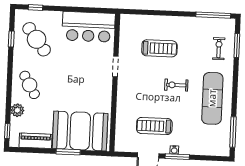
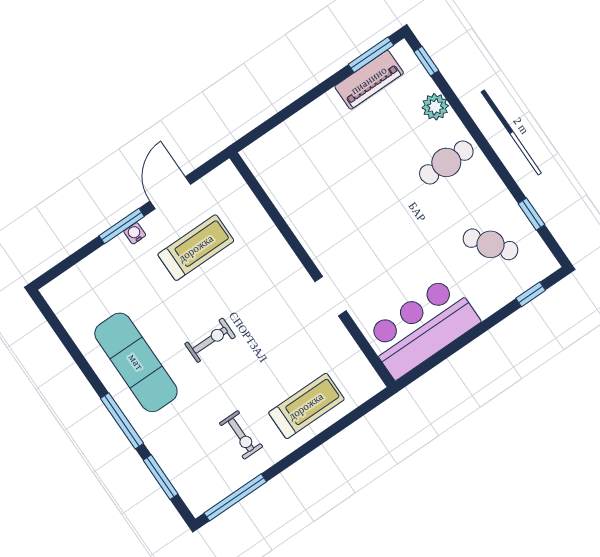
cafe table: (37, 39) -> (490, 244), width x0.73, depth x0.74
treadmill: (159, 48) -> (306, 406), moved, turned 180
exercise bike: (219, 49) -> (241, 435), moved
cafe table: (30, 85) -> (446, 162), turned -60
booth: (80, 131) -> (309, 150), removed
window: (233, 132) -> (122, 421), moved
window: (68, 152) -> (371, 55), moved

